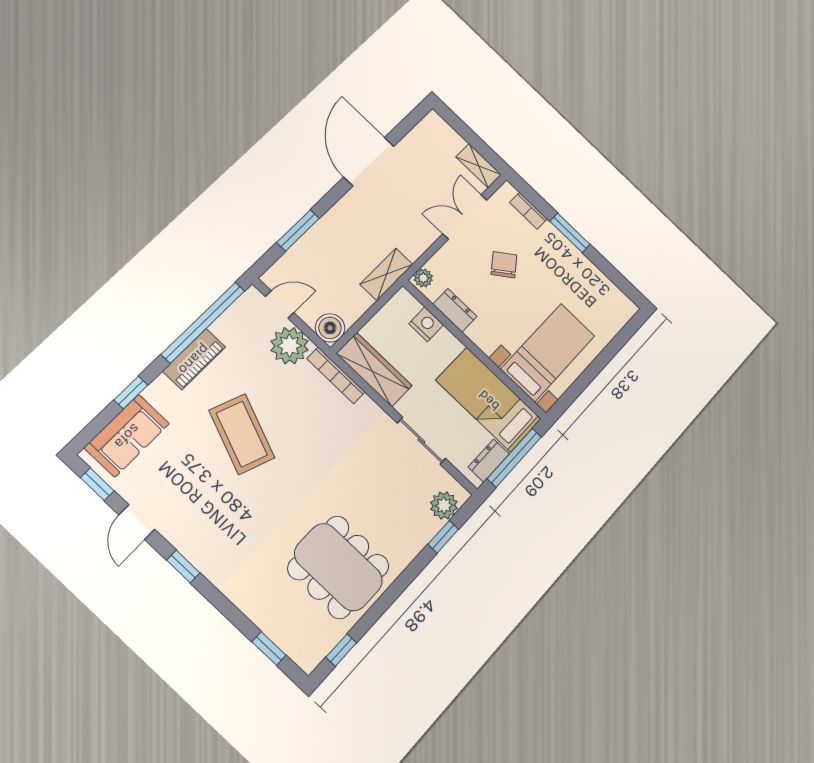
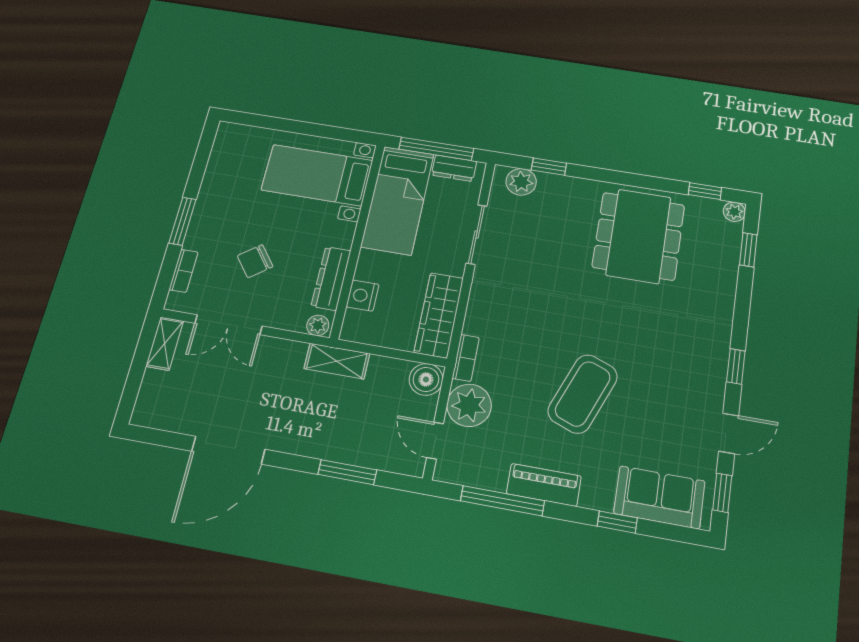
dresser: (455, 310) -> (331, 278), width x1.44
window: (203, 322) -> (502, 501), width x0.68
bookcase: (336, 375) -> (466, 358), width x0.64
plant: (308, 661) -> (734, 212), added

